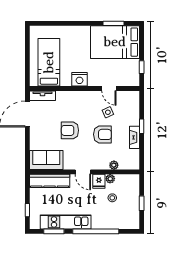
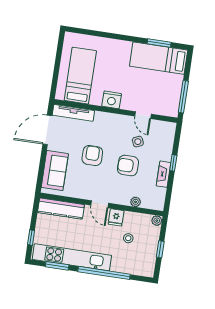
bed: (115, 42) -> (159, 58), width x0.67
window: (142, 67) -> (183, 97), width x2.17
tv unit: (43, 96) -> (73, 113), width x1.41
armchair: (70, 130) -> (92, 156), turned 90
armchair: (102, 134) -> (128, 166), turned 180
sofa: (46, 160) -> (55, 171), moved, turned 90
plant: (110, 179) -> (157, 221), moved
kitchen unit: (66, 222) -> (72, 257), width x1.36

